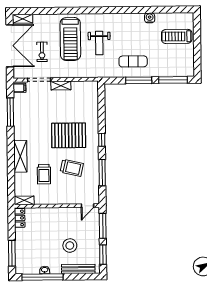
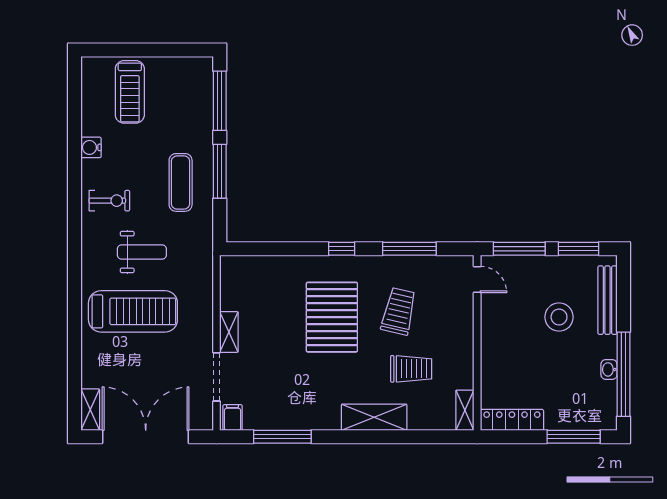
exercise bike: (42, 52) -> (109, 201), moved
locker: (20, 218) -> (512, 420), width x1.53

